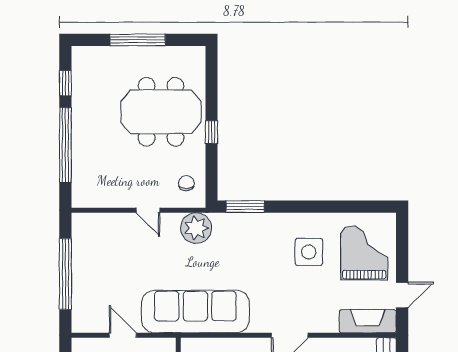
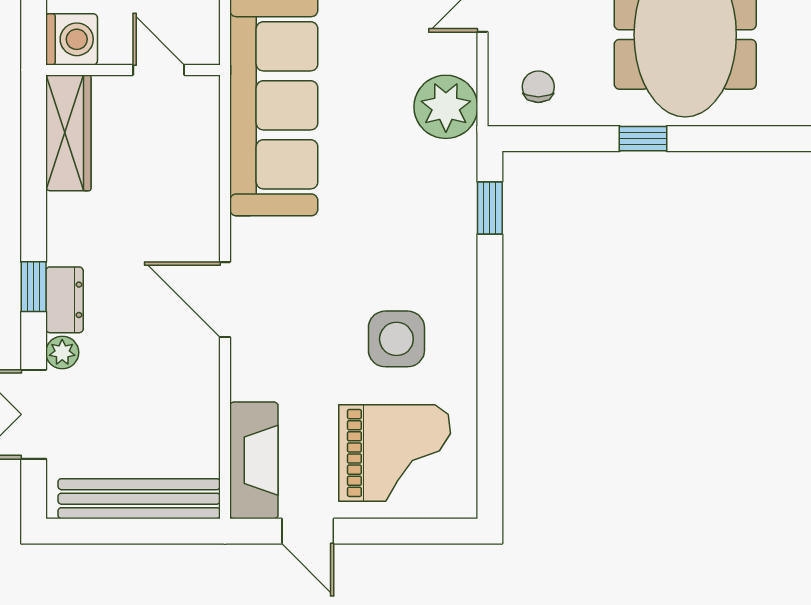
chair: (186, 183) -> (538, 87), turned -90
window: (245, 207) -> (490, 208), width x0.67

